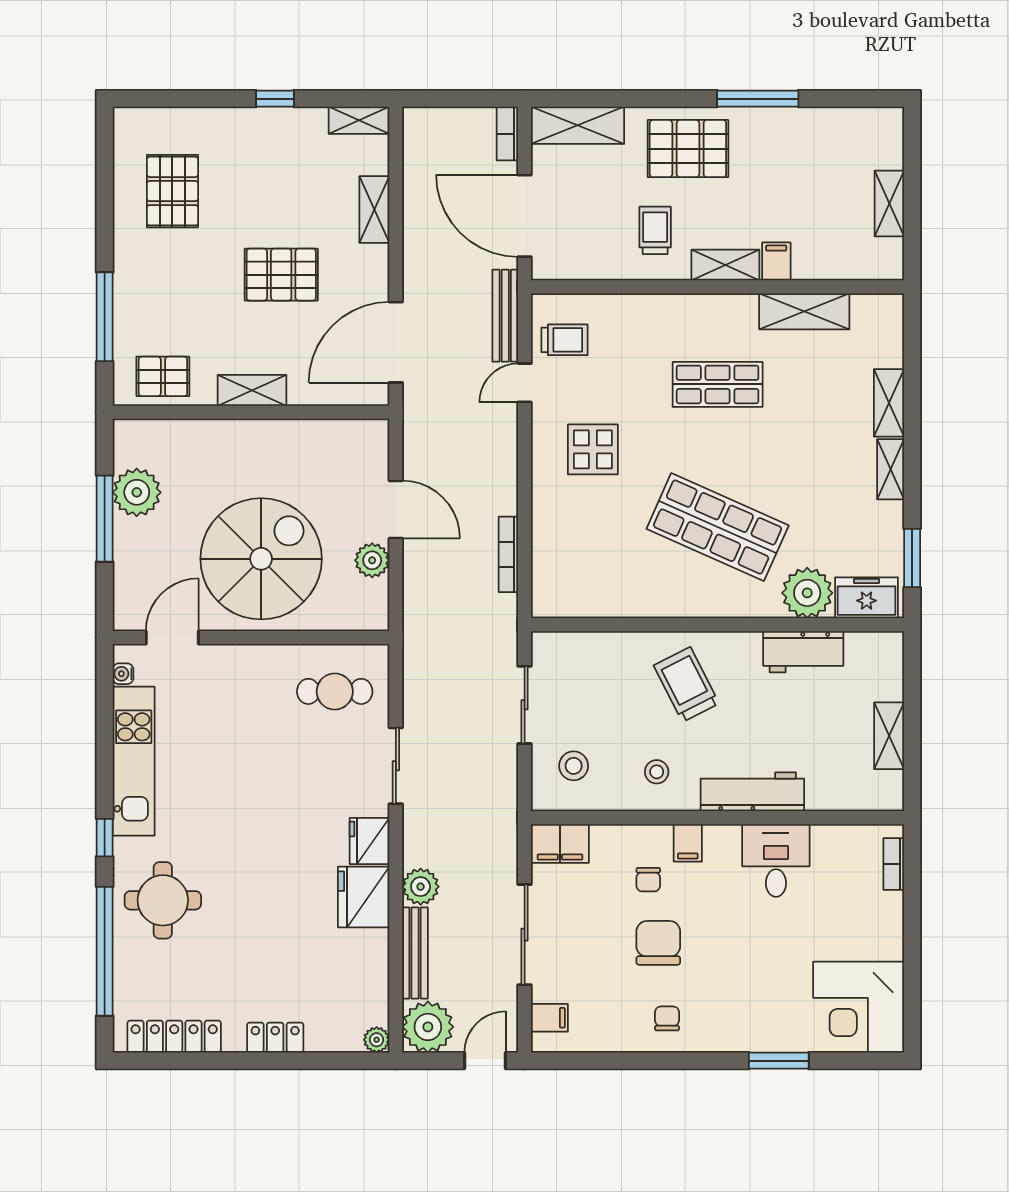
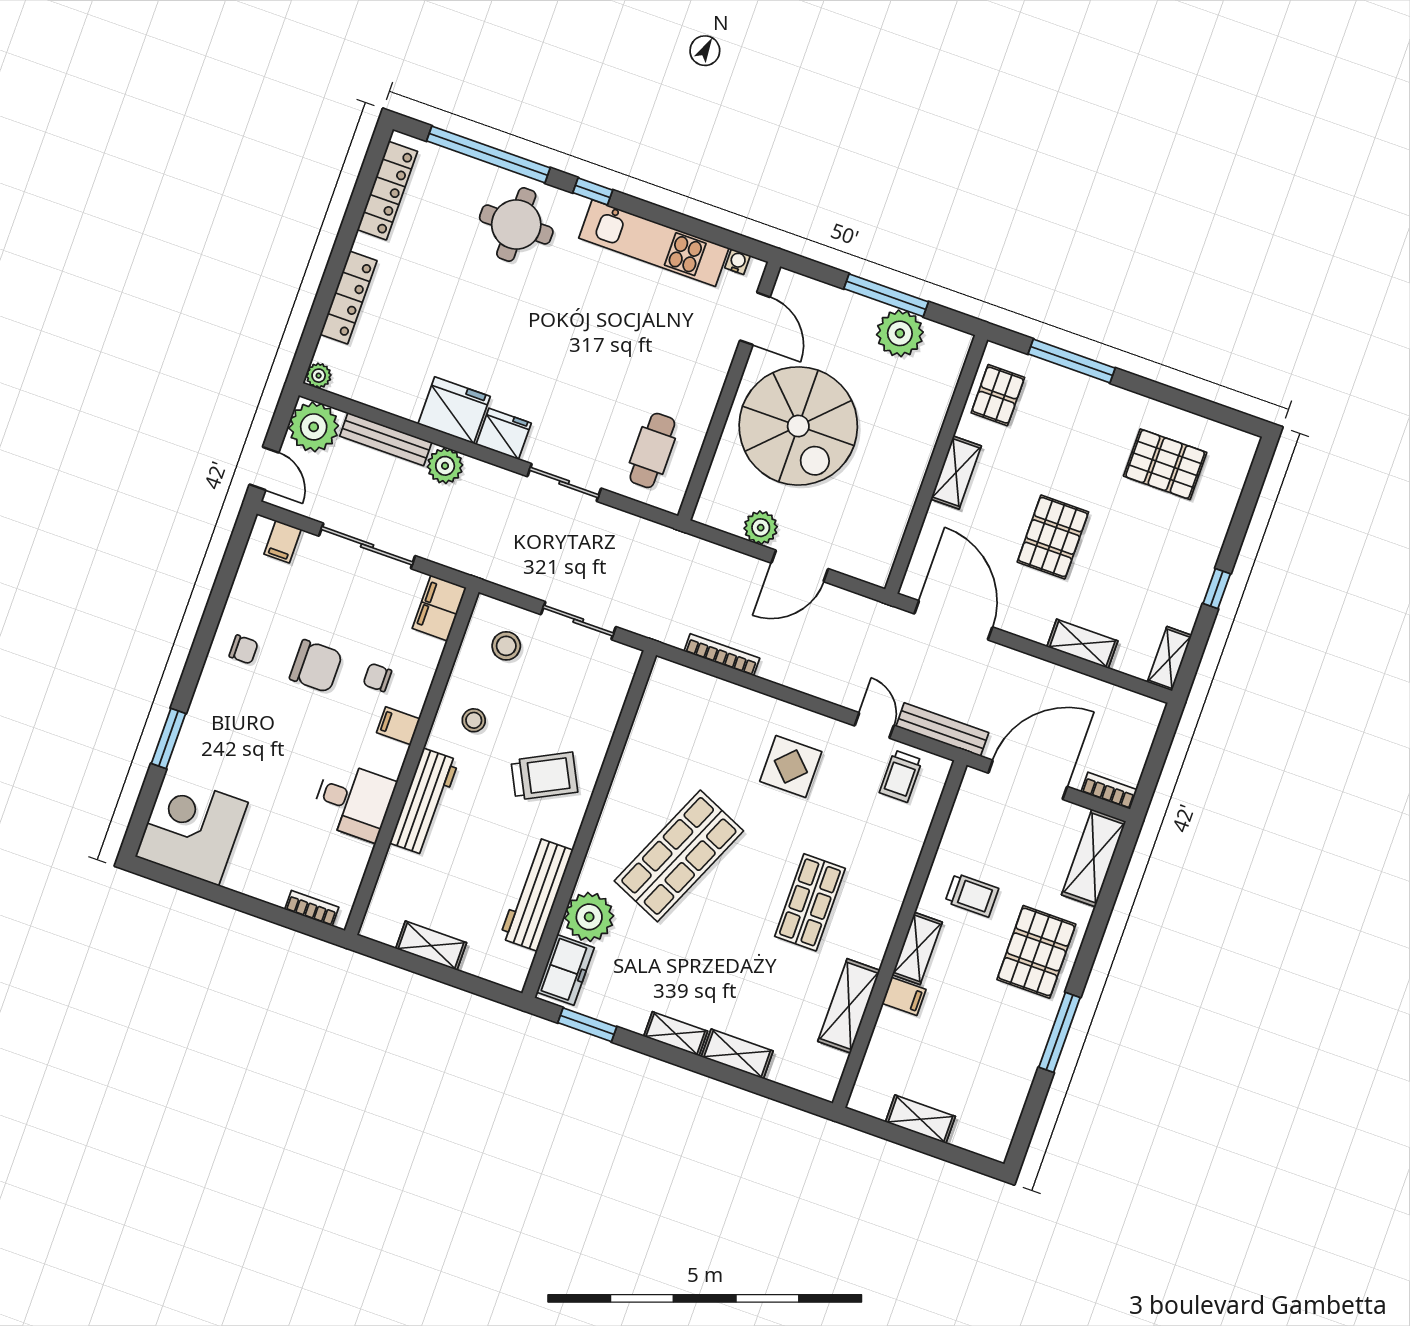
workbench: (803, 652) -> (536, 894), width x1.38
locker: (275, 1038) -> (349, 297), width x1.53

